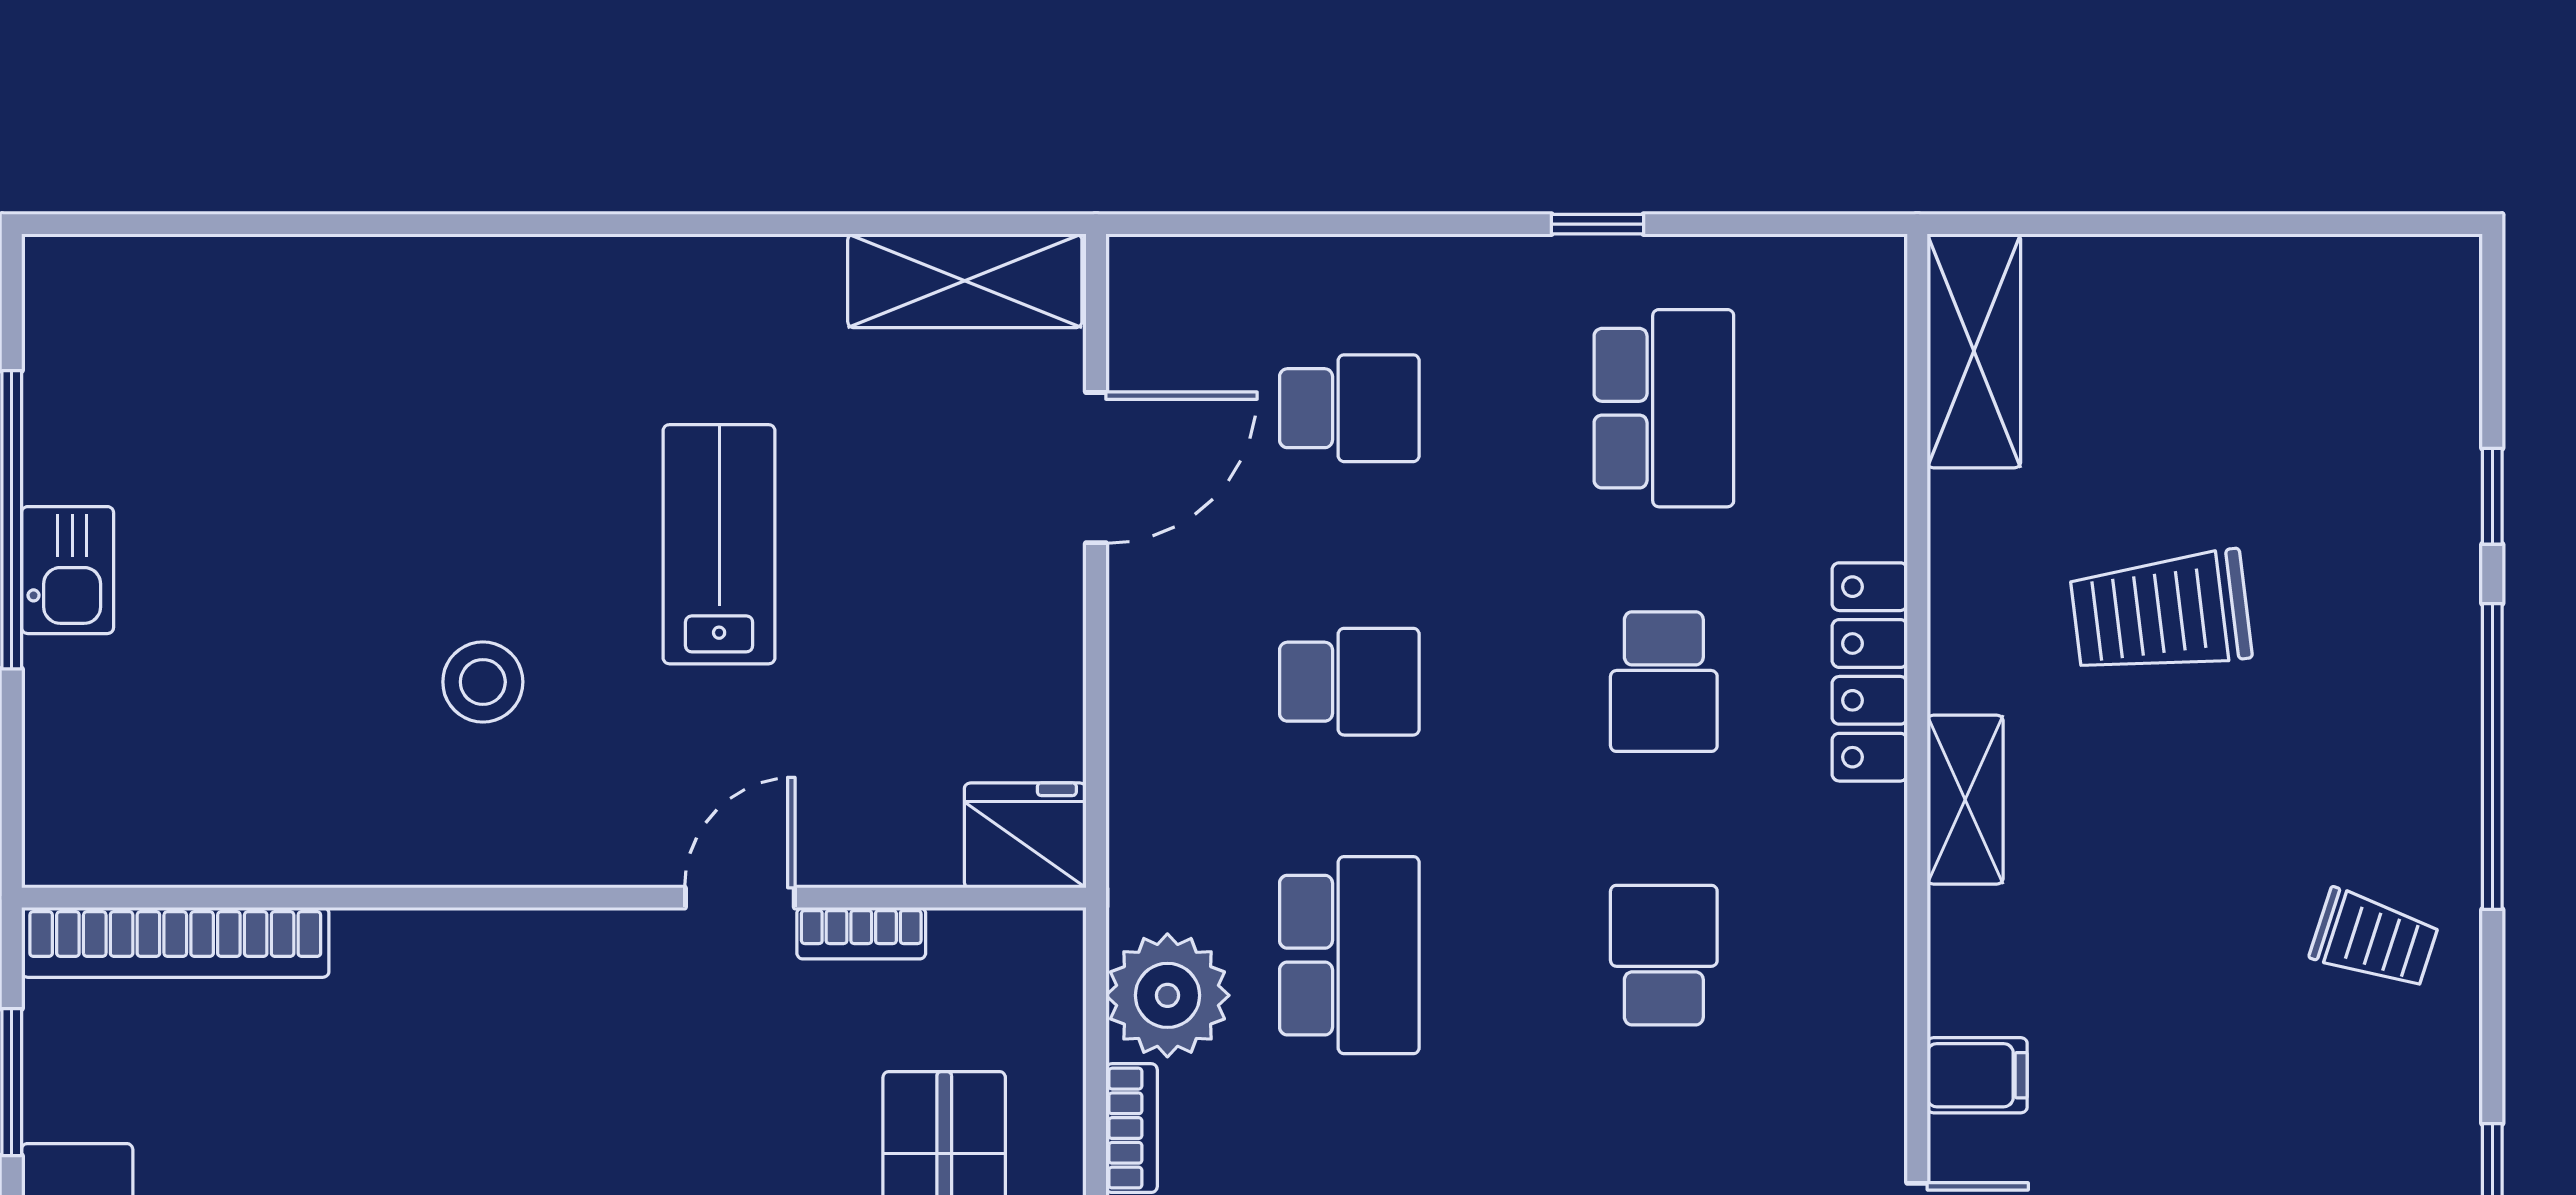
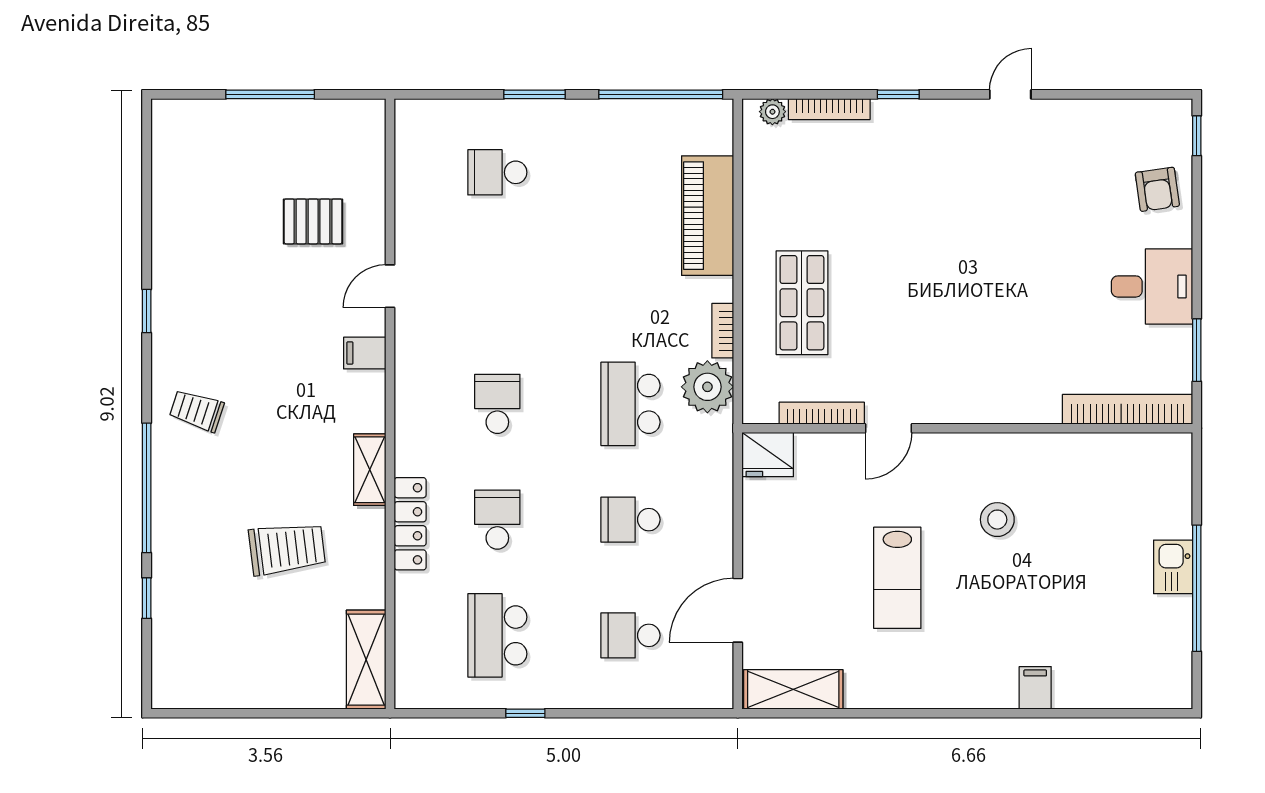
filing cabinet: (393, 284) -> (1035, 688), added
bookcase: (861, 933) -> (822, 413), width x1.56
school desk: (1664, 955) -> (497, 404), turned 180

